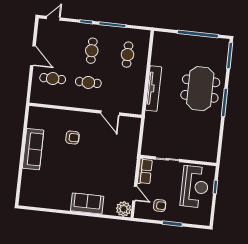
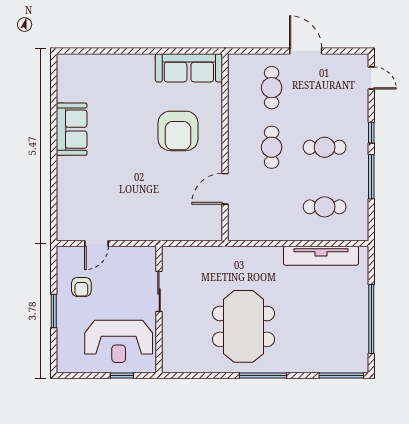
door: (33, 56) -> (306, 51), swing flipped
tv unit: (153, 89) -> (321, 256), moved
meeting table: (200, 89) -> (243, 326), moved, turned 90
armchair: (72, 137) -> (178, 131), width x1.88, depth x1.88
sofa: (33, 149) -> (189, 68), moved
row of seats: (145, 171) -> (135, 256), removed
sofa: (87, 204) -> (72, 129), moved
plant: (124, 209) -> (69, 228), removed

